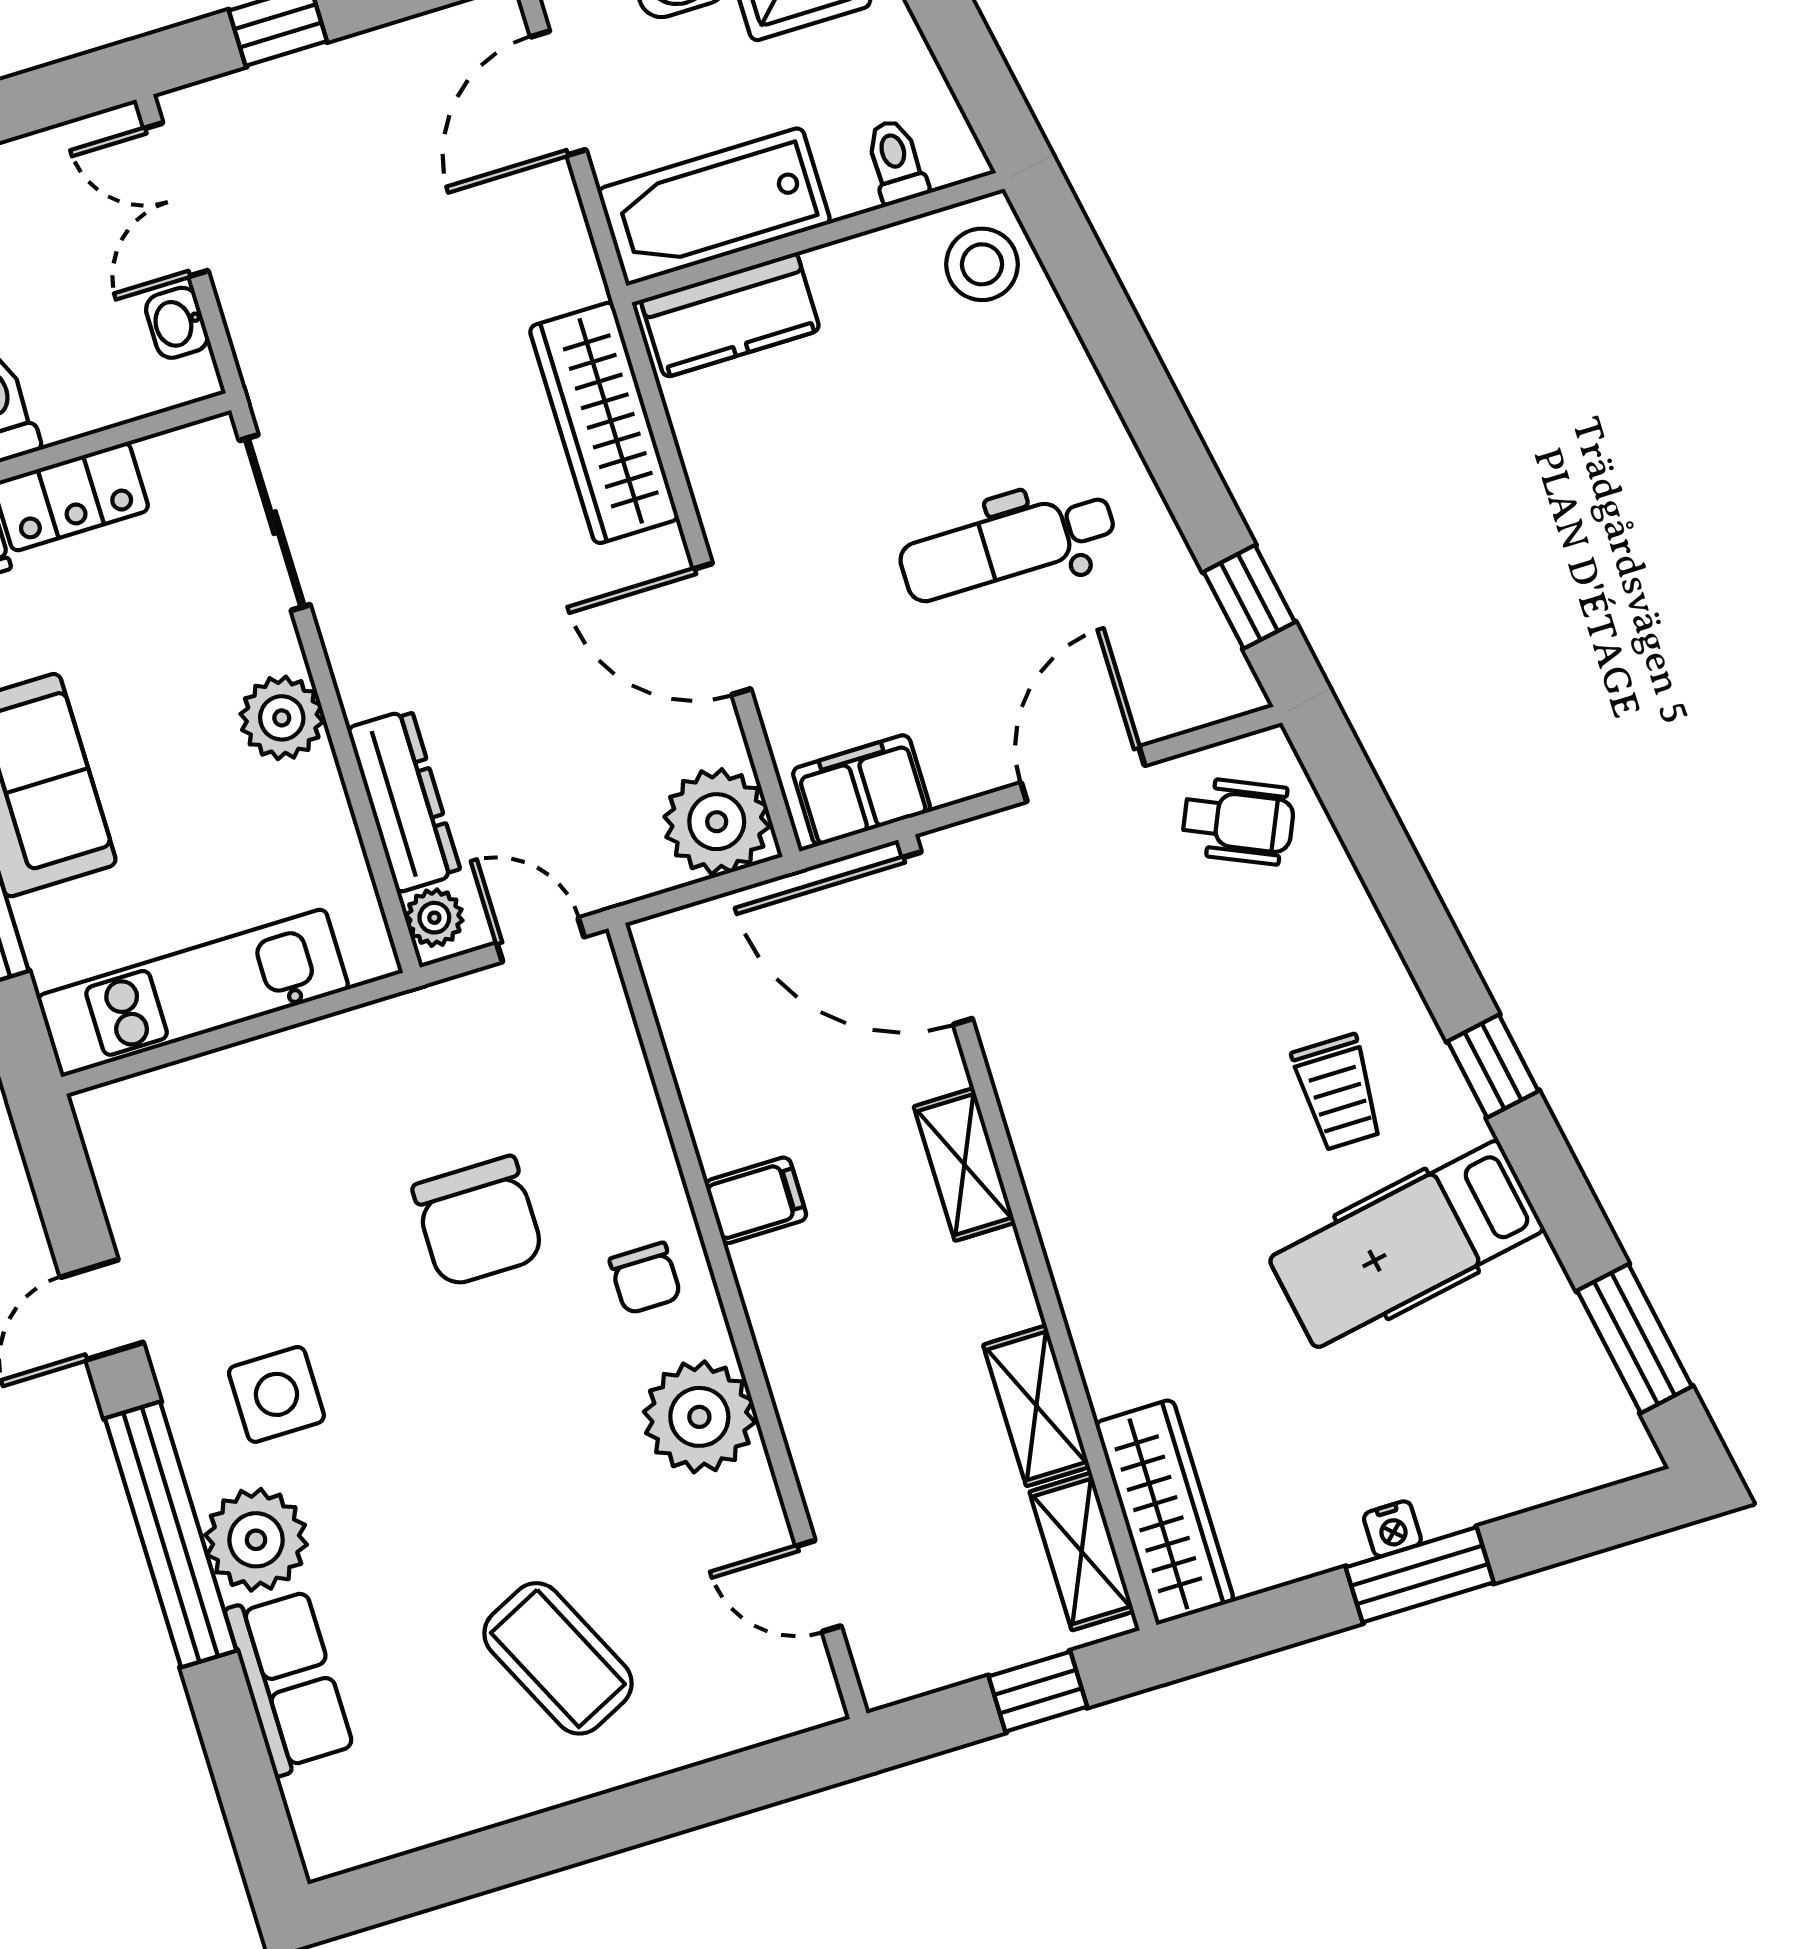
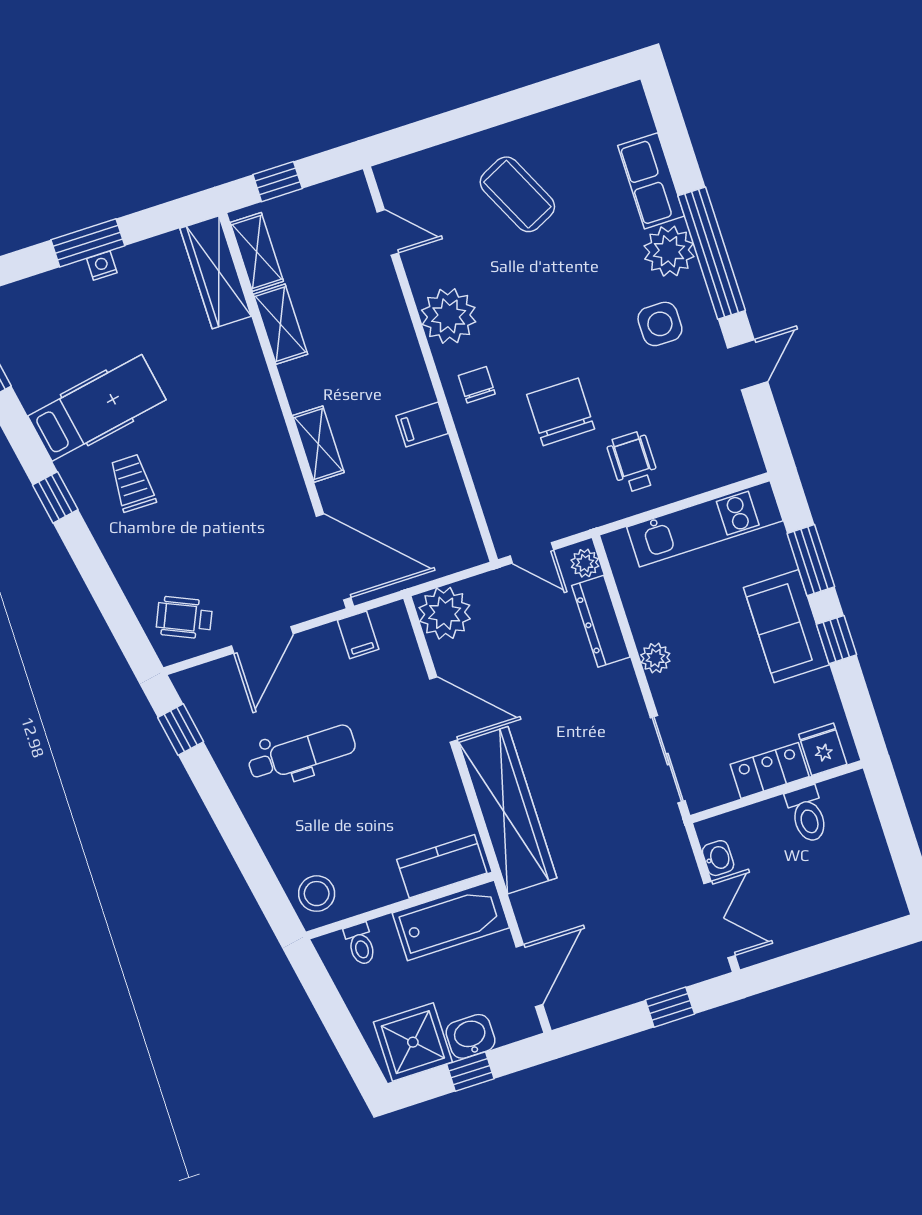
wardrobe: (604, 423) -> (508, 810), width x1.40, depth x1.17
plant: (282, 718) -> (655, 658), width x0.73, depth x0.73
filing cabinet: (861, 790) -> (358, 635), width x0.50
wheelchair: (335, 1119) -> (633, 462), added

